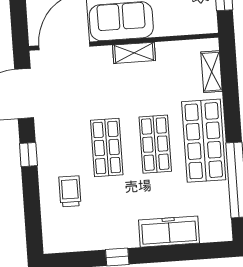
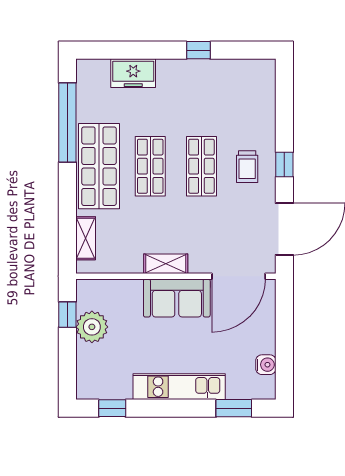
trolley: (70, 191) -> (247, 167), moved
freezer: (169, 232) -> (133, 73), width x0.71

